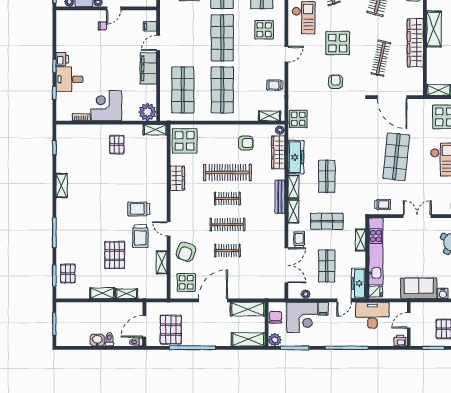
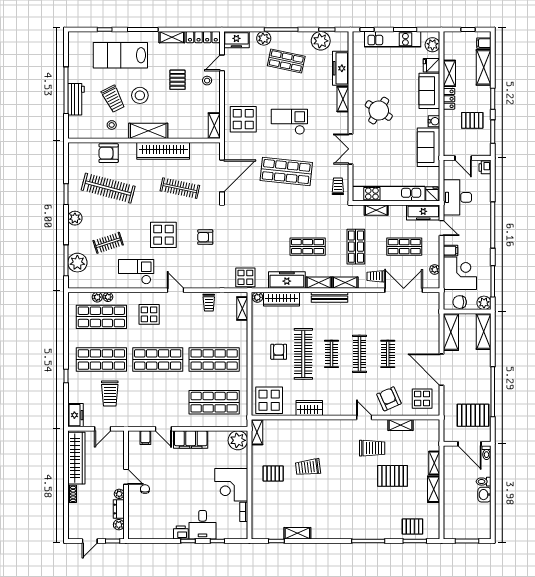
armchair: (246, 143) -> (279, 352), moved
shelving: (62, 186) -> (297, 533), moved
trolley: (139, 209) -> (308, 467), moved, turned 83
door: (169, 229) -> (364, 418), swing flipped
armchair: (186, 252) -> (389, 399), turned -135

